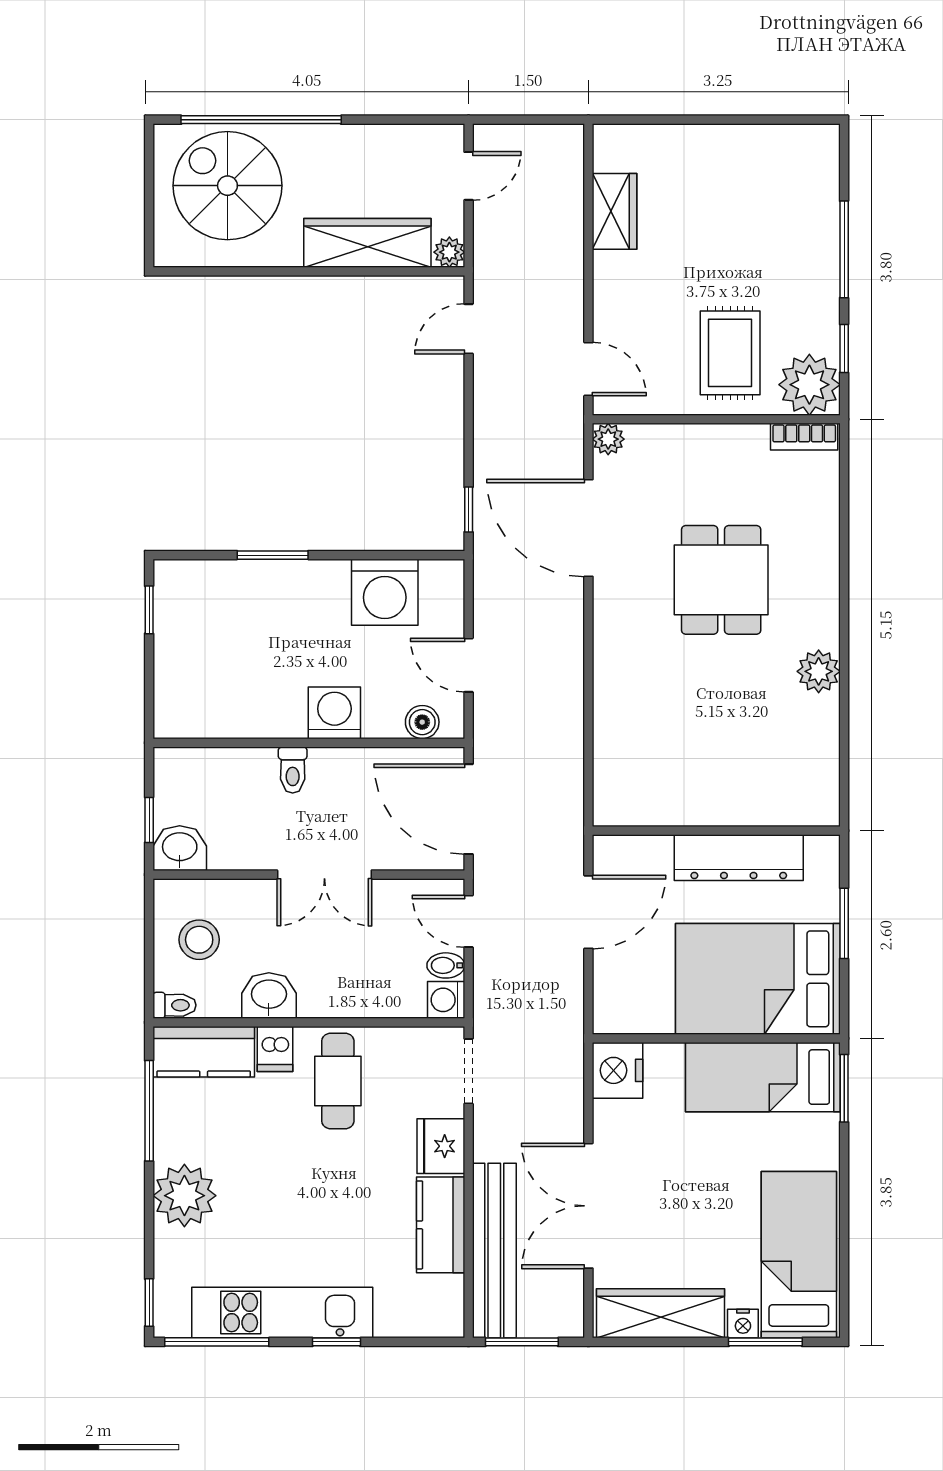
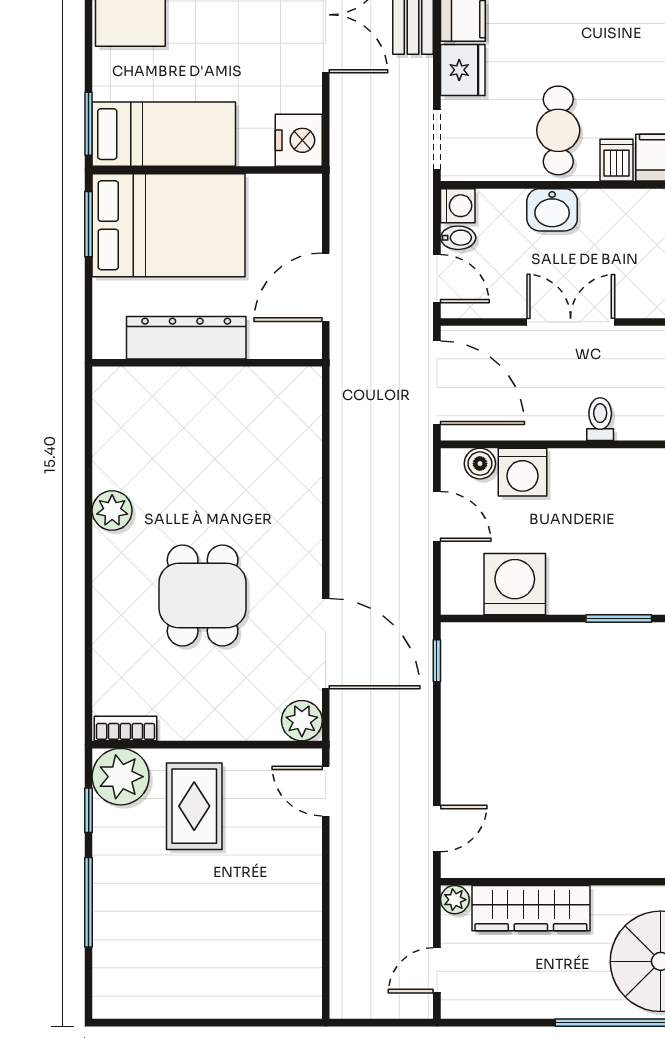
wardrobe: (614, 211) -> (302, 938), removed
plant: (608, 439) -> (302, 721), width x1.38, depth x1.38
washing machine: (334, 713) -> (522, 472), moved
window: (844, 923) -> (89, 224), moved
washbasin: (269, 995) -> (552, 210), moved

